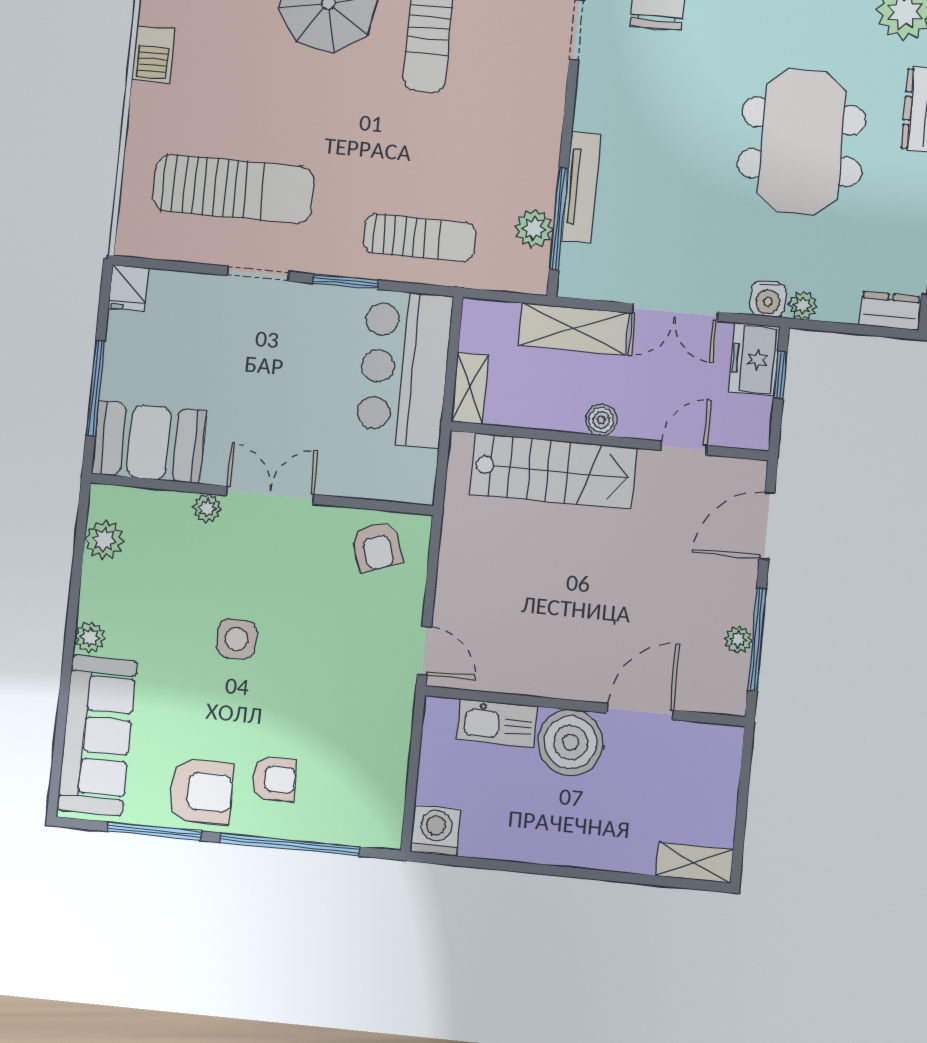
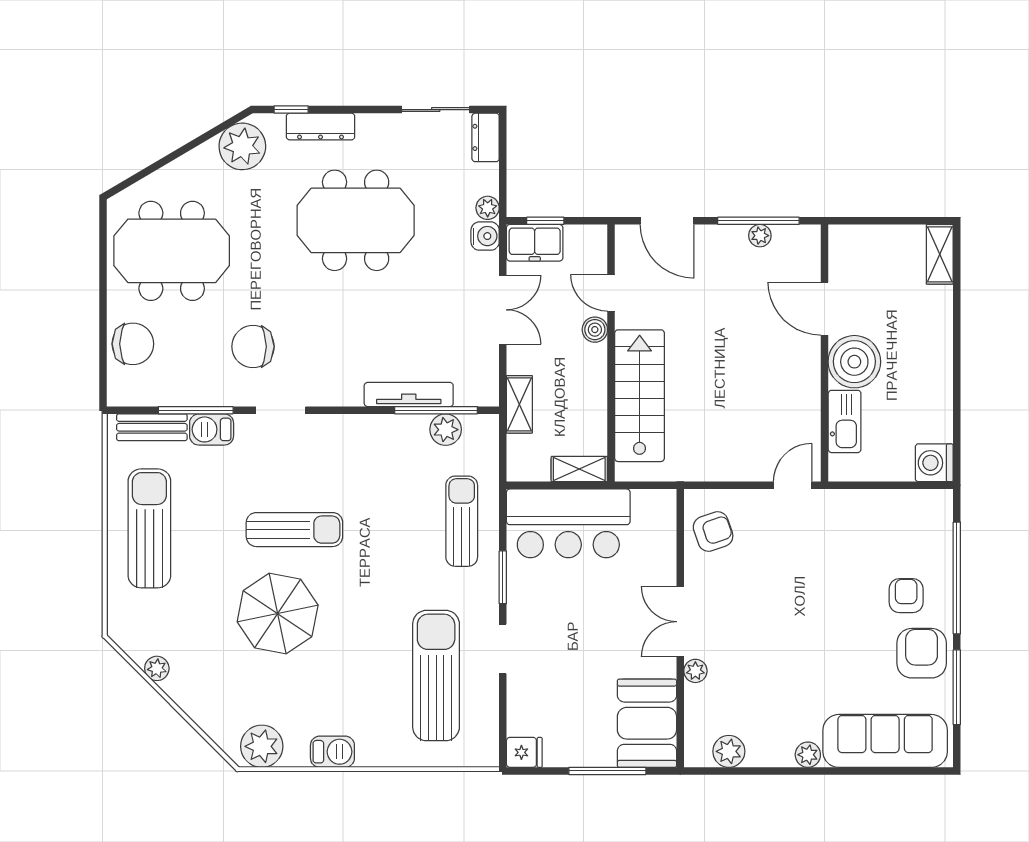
shelving: (574, 329) -> (519, 404), width x0.67, depth x0.75
boiler: (601, 420) -> (595, 330), moved
side table: (237, 639) -> (798, 637), removed

